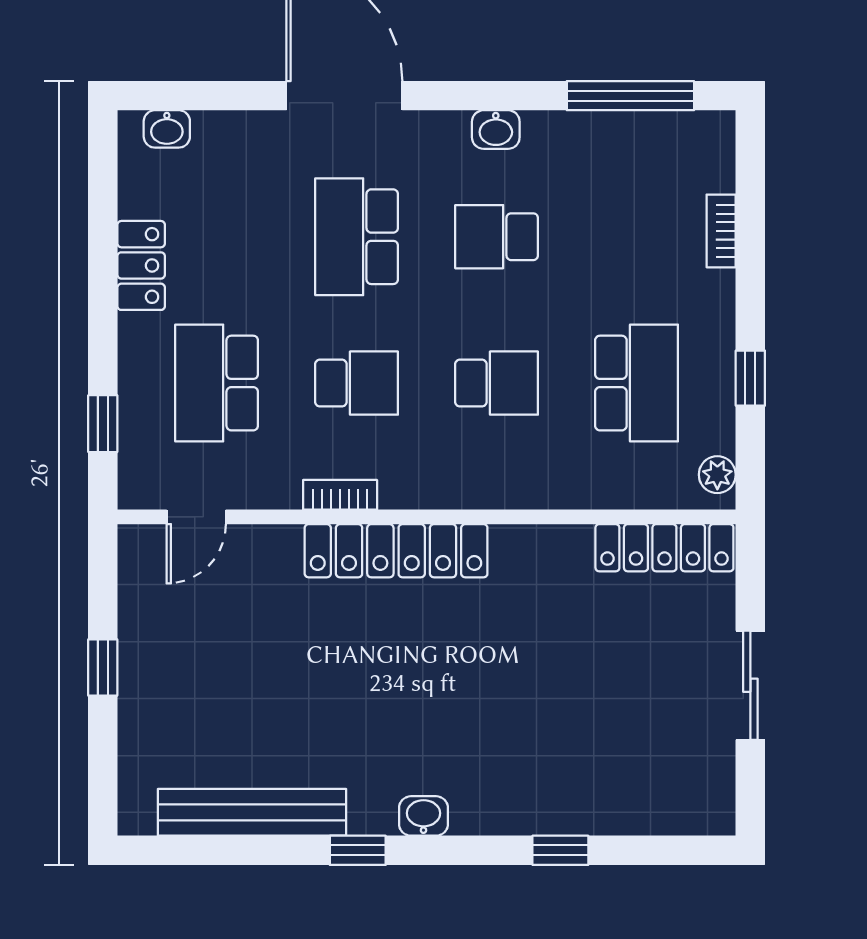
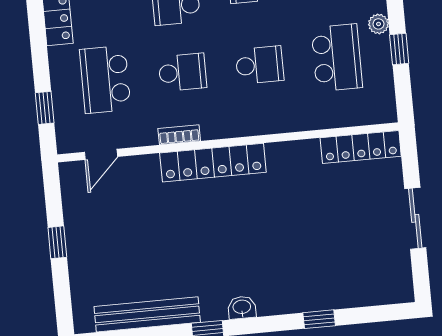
plant: (717, 475) -> (378, 24), moved

